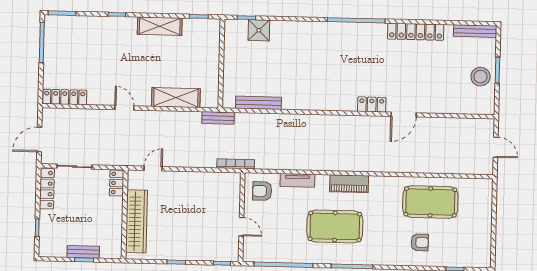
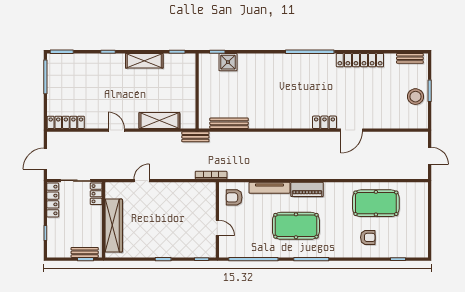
bench: (475, 31) -> (410, 58), width x0.73
tv unit: (297, 180) -> (269, 188), width x1.41
locker: (117, 183) -> (96, 194), moved
wall: (125, 214) -> (104, 220), moved
wardrobe: (136, 221) -> (114, 226), moved

